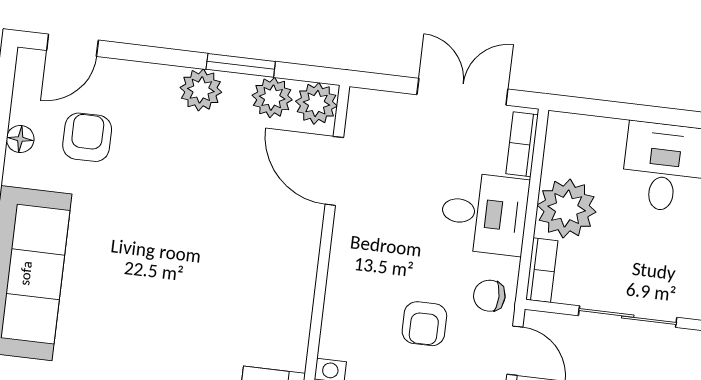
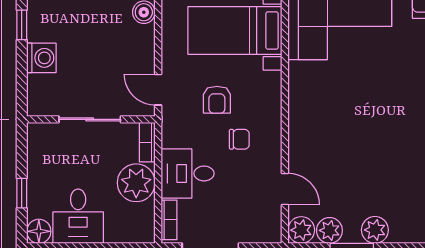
door: (334, 171) -> (285, 189), width x0.73
chair: (489, 296) -> (239, 139), moved
armchair: (424, 324) -> (217, 100), turned 180

